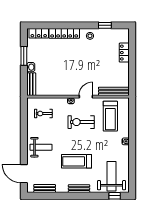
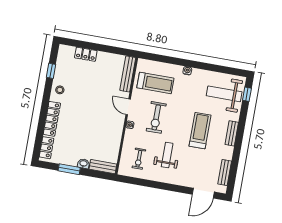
weight bench: (41, 147) -> (167, 155), moved
treadmill: (77, 161) -> (200, 131), turned 180

